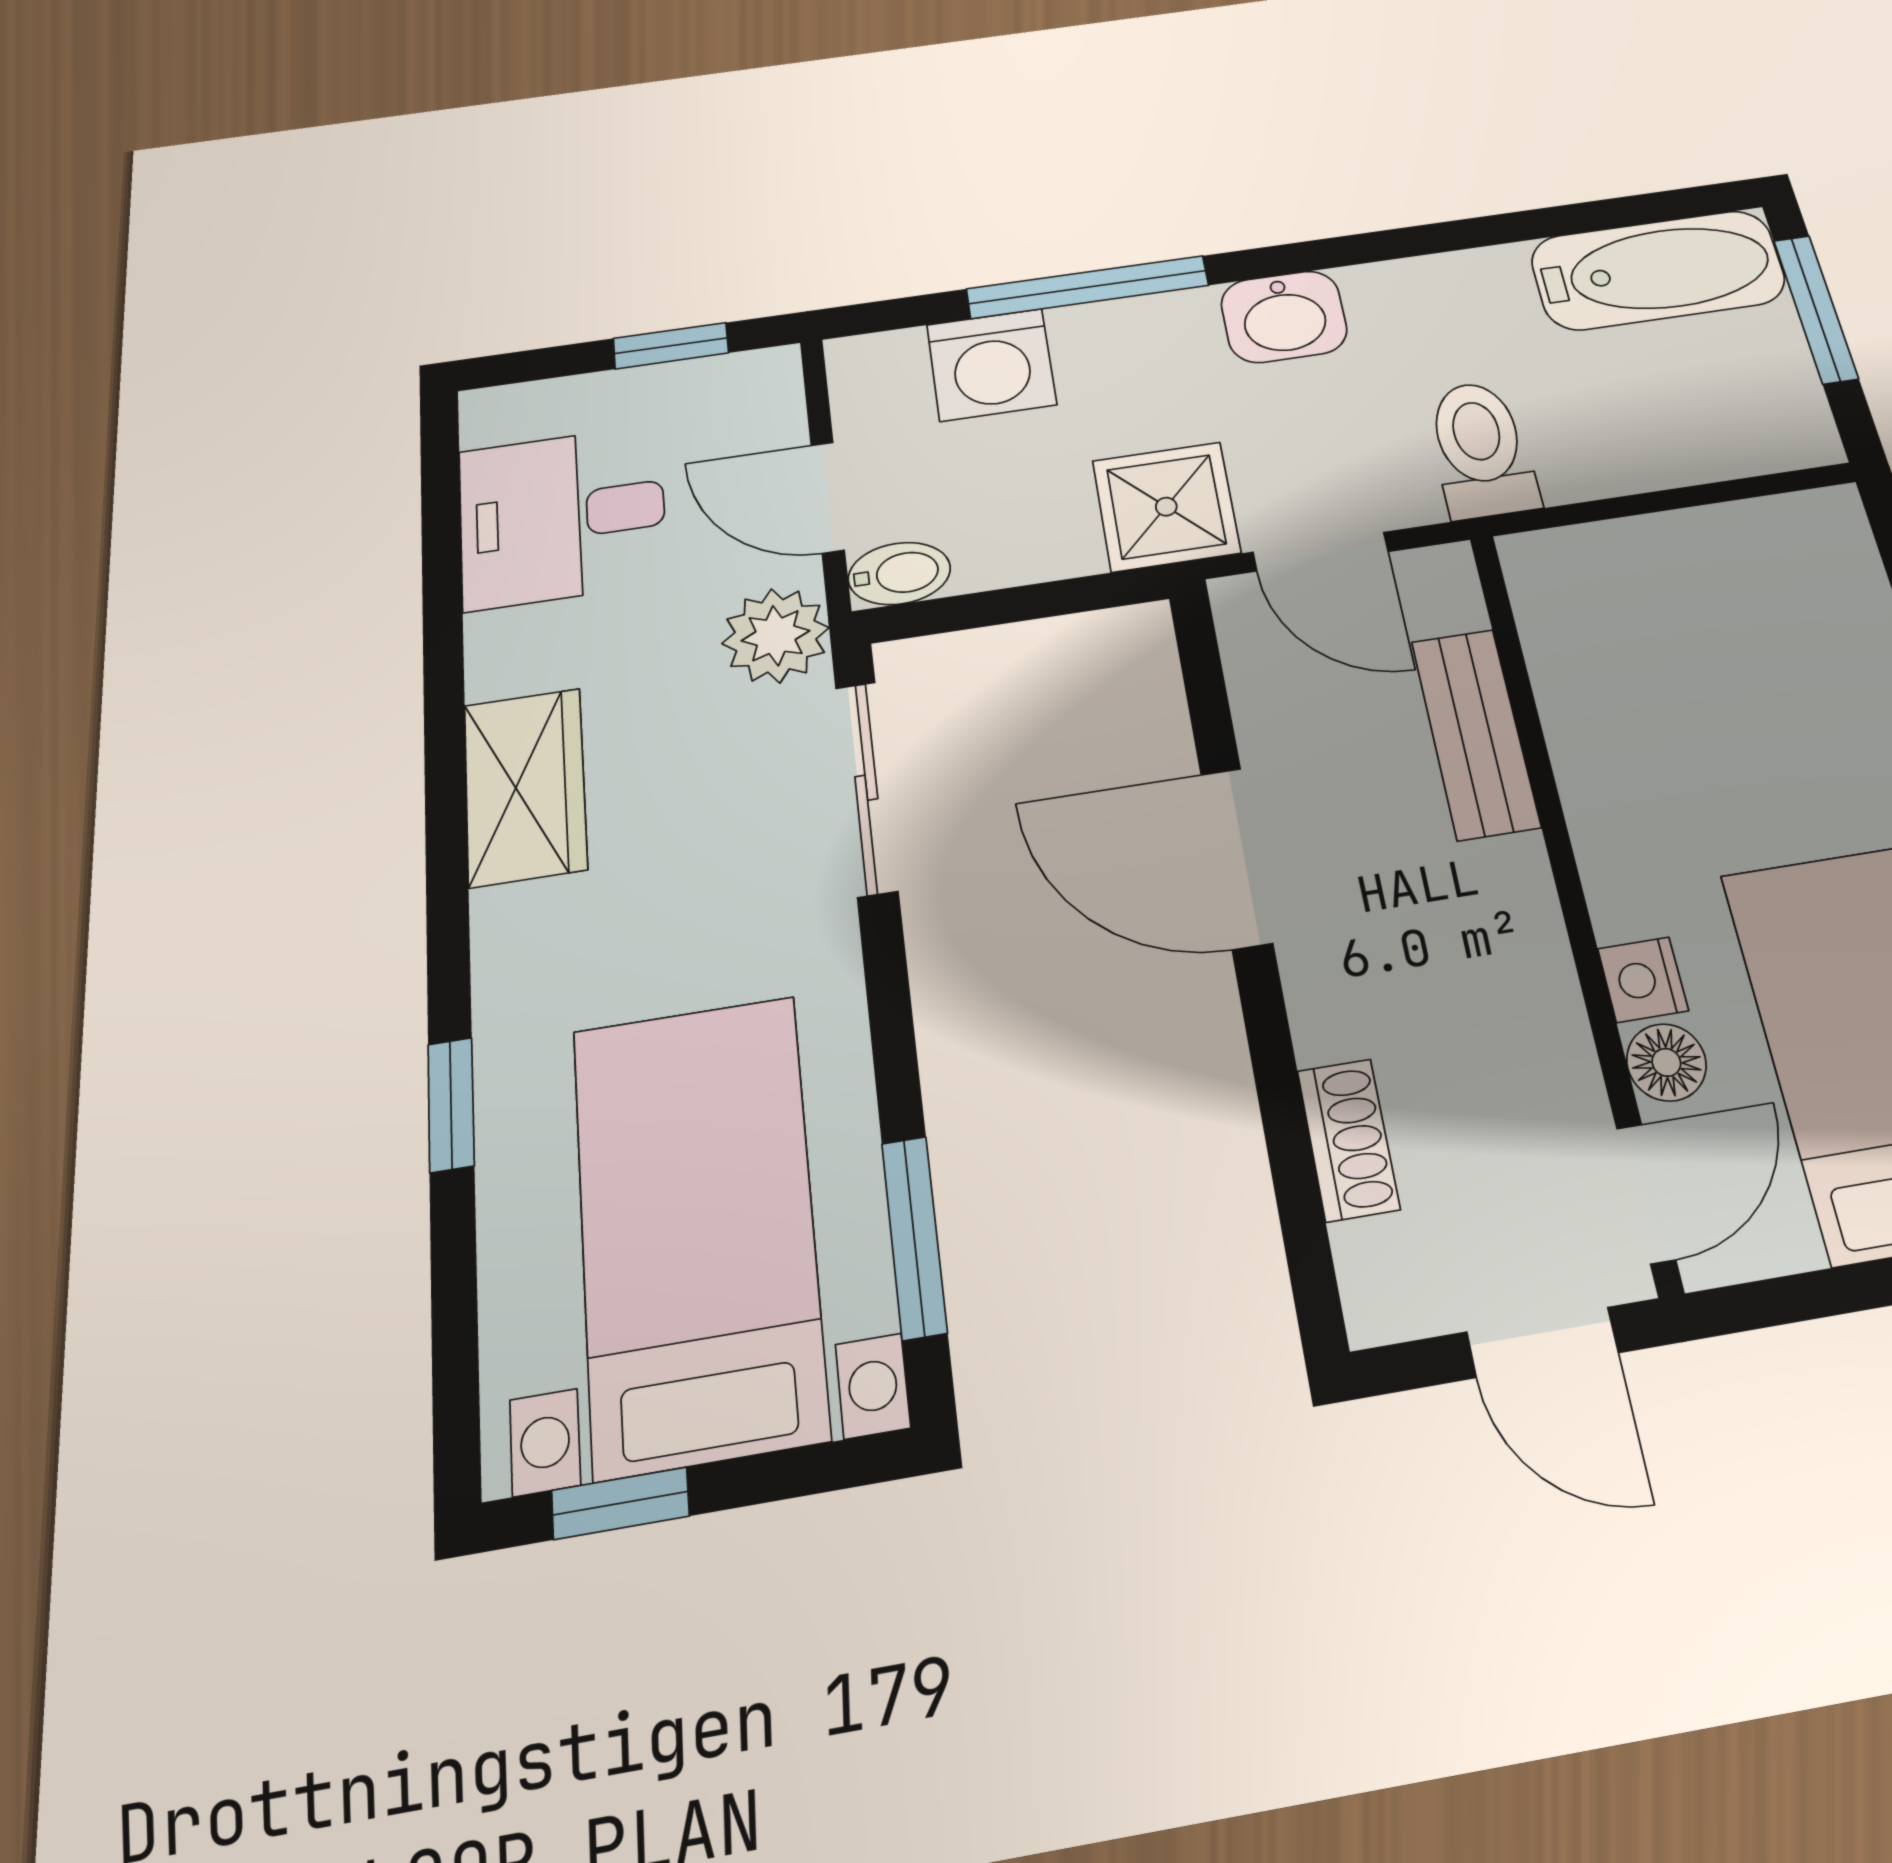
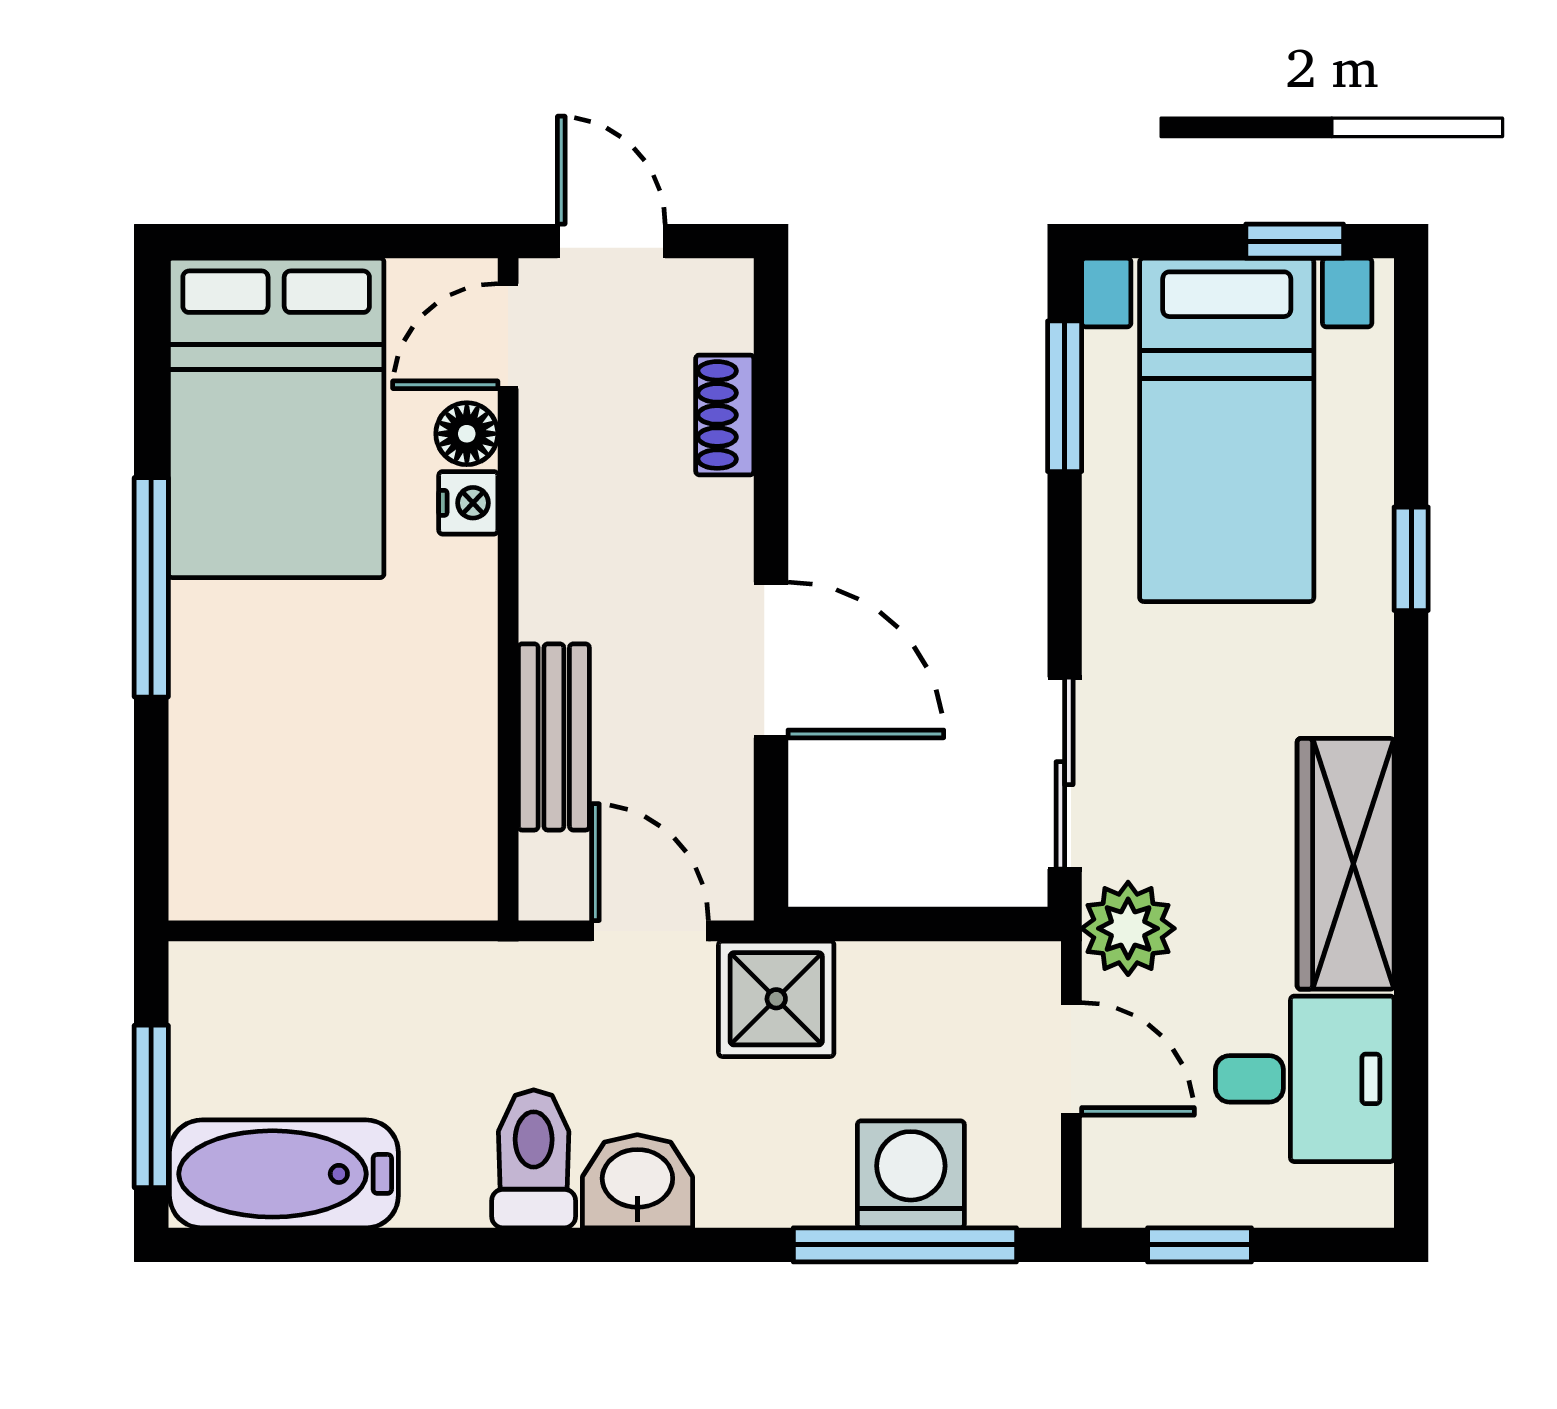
window: (1088, 287) -> (905, 1245), moved
toilet: (1481, 449) -> (534, 1159), moved, turned 180
bidet: (899, 573) -> (1017, 971), removed
wardrobe: (525, 787) -> (1346, 864), width x1.50

